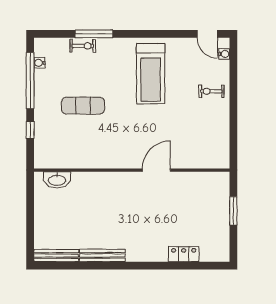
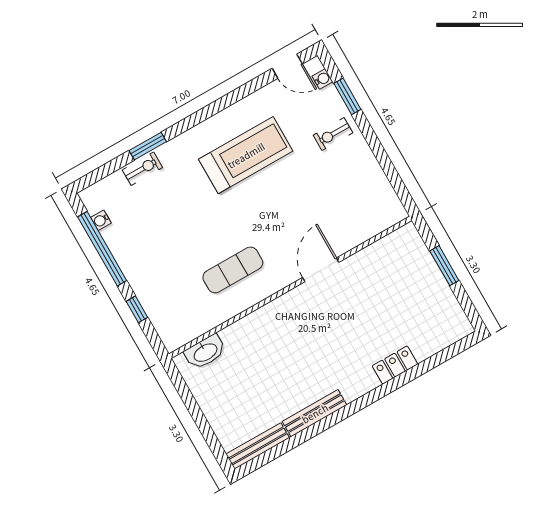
window: (94, 34) -> (148, 146), width x0.69
window: (233, 73) -> (347, 96), added
treadmill: (151, 74) -> (246, 155), turned -90
exercise mat: (83, 106) -> (233, 270), moved
locker: (184, 254) -> (395, 365), moved

